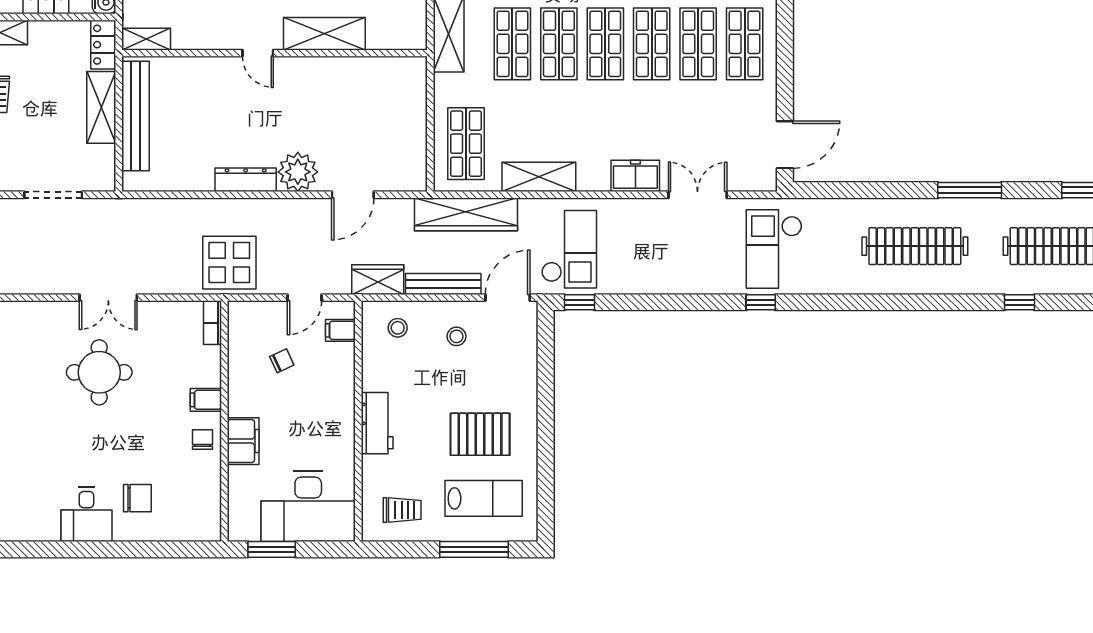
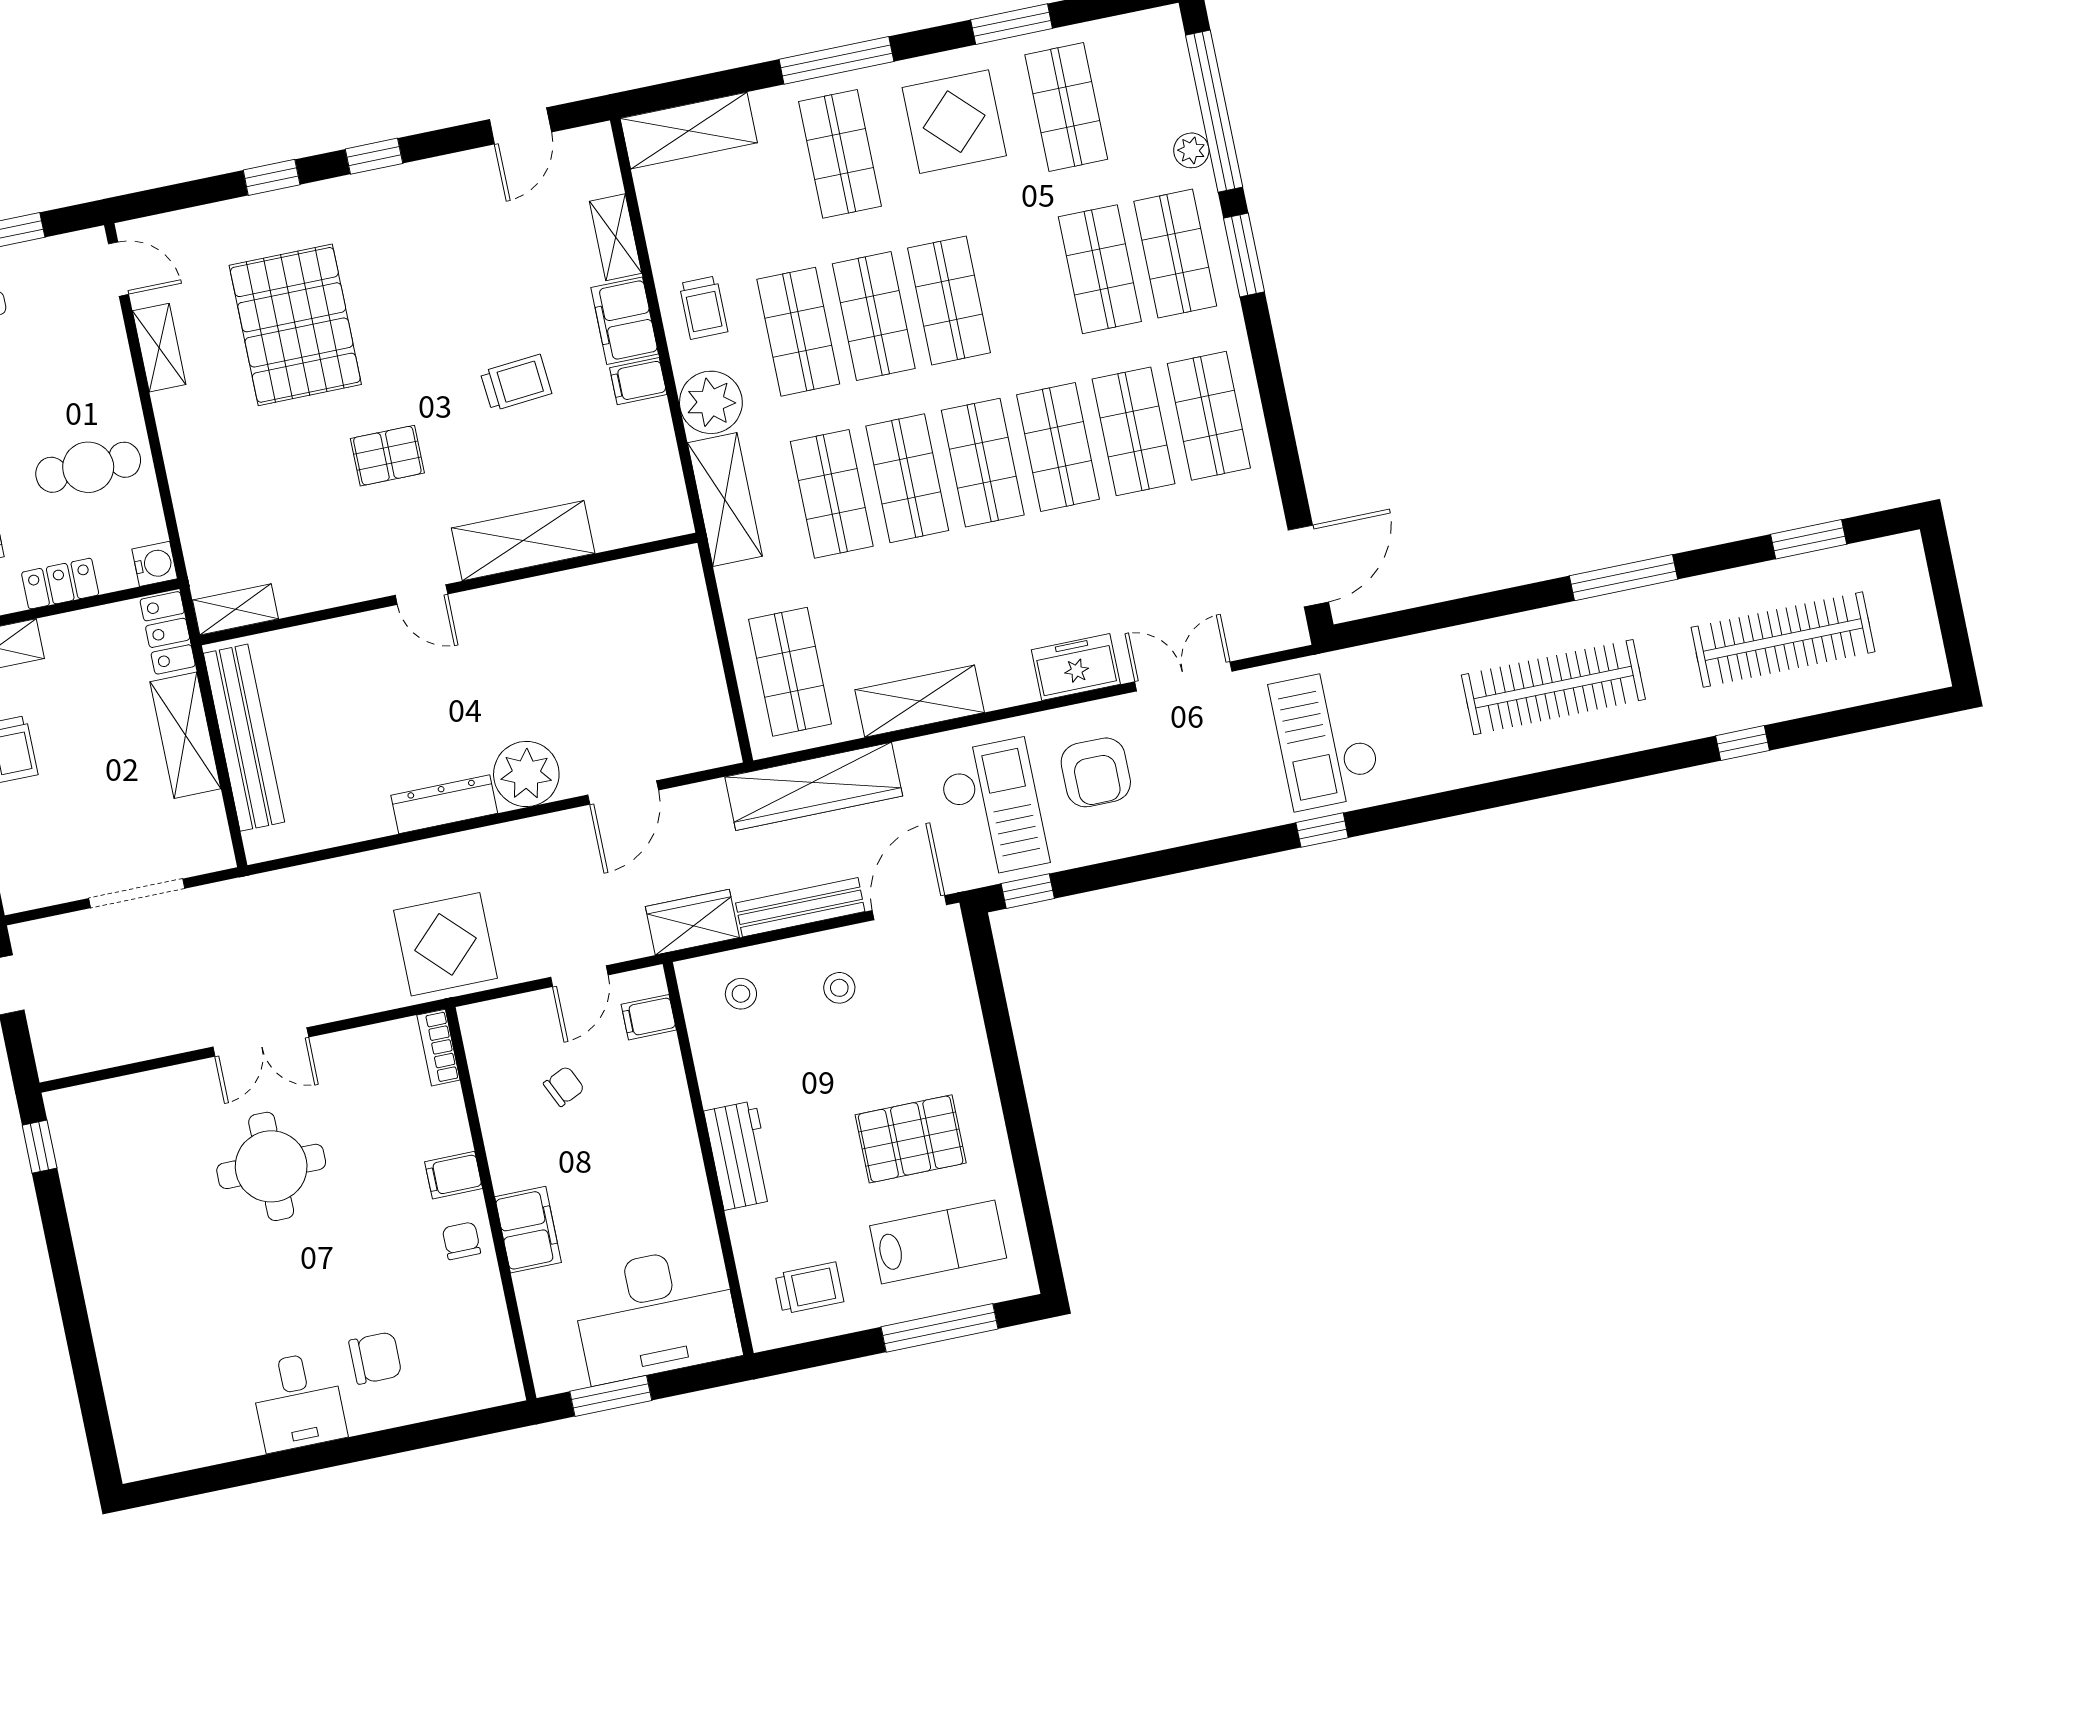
armchair: (634, 241) -> (1096, 772), added

